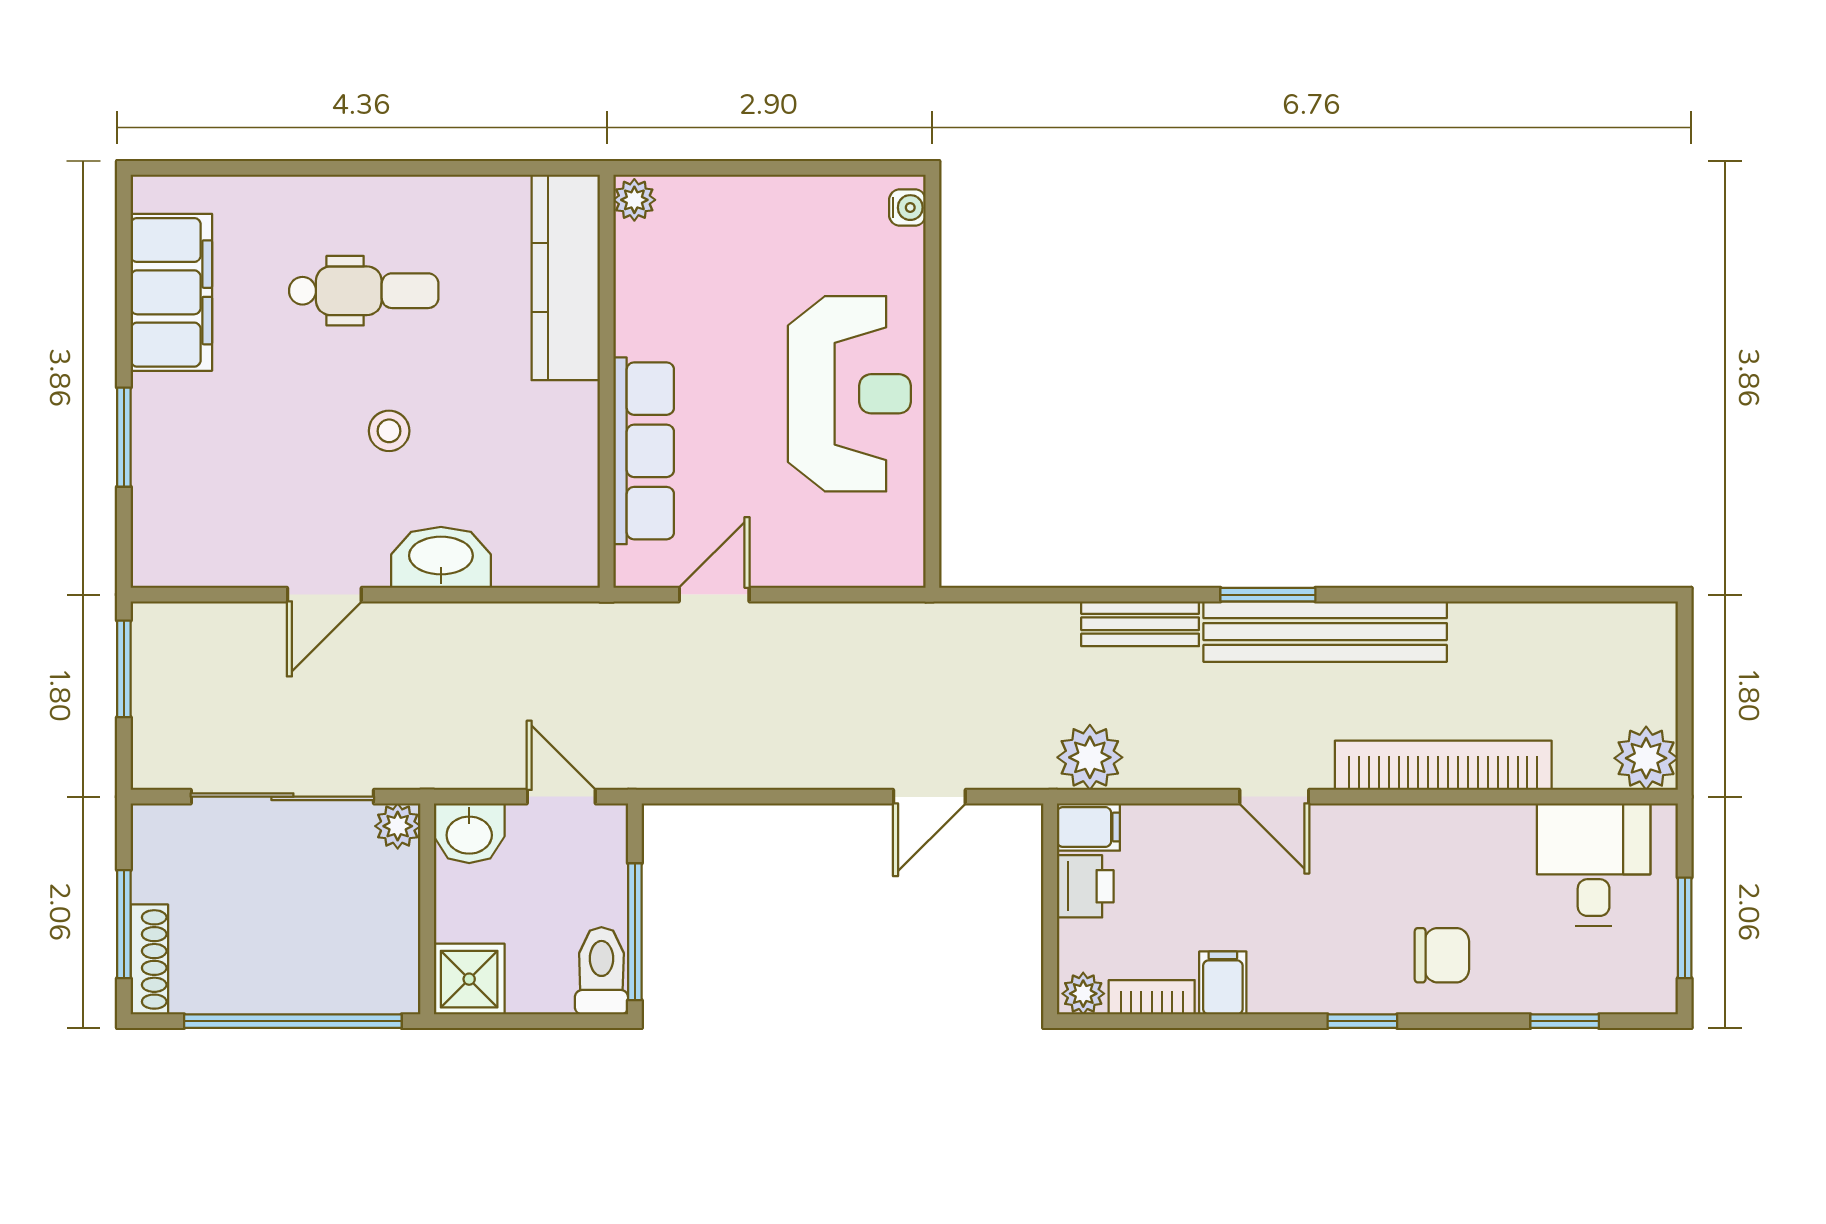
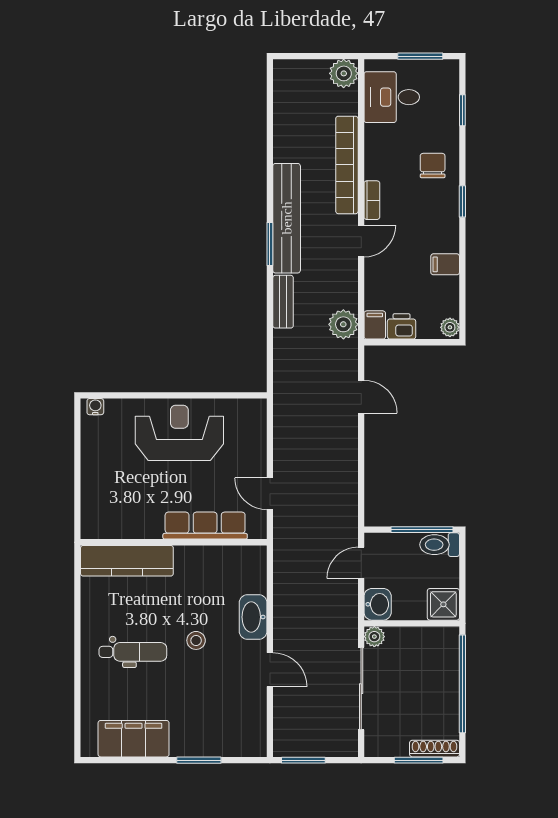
plant: (634, 200) -> (92, 530), removed
dental chair: (364, 291) -> (133, 652), turned 90
bookcase: (1152, 997) -> (372, 200), moved, turned 180

